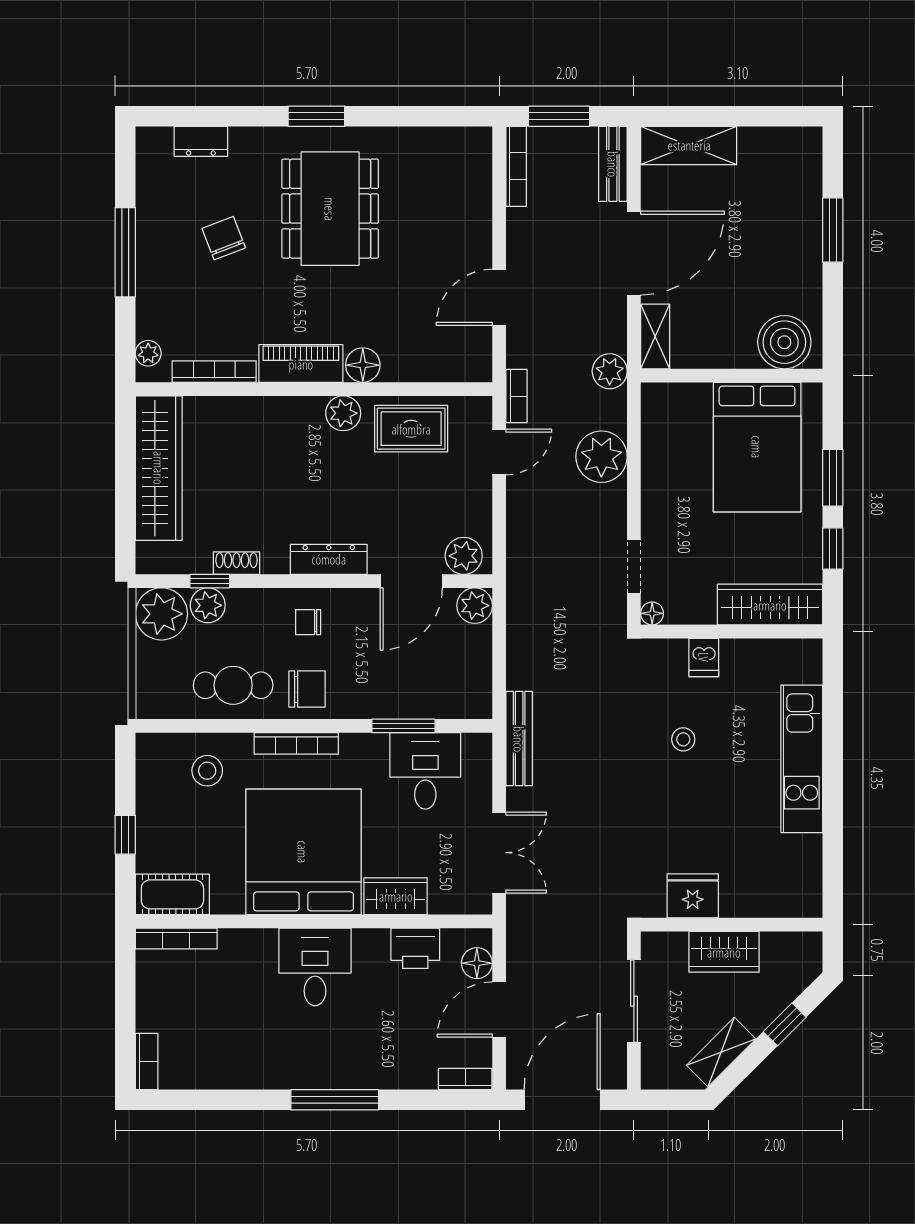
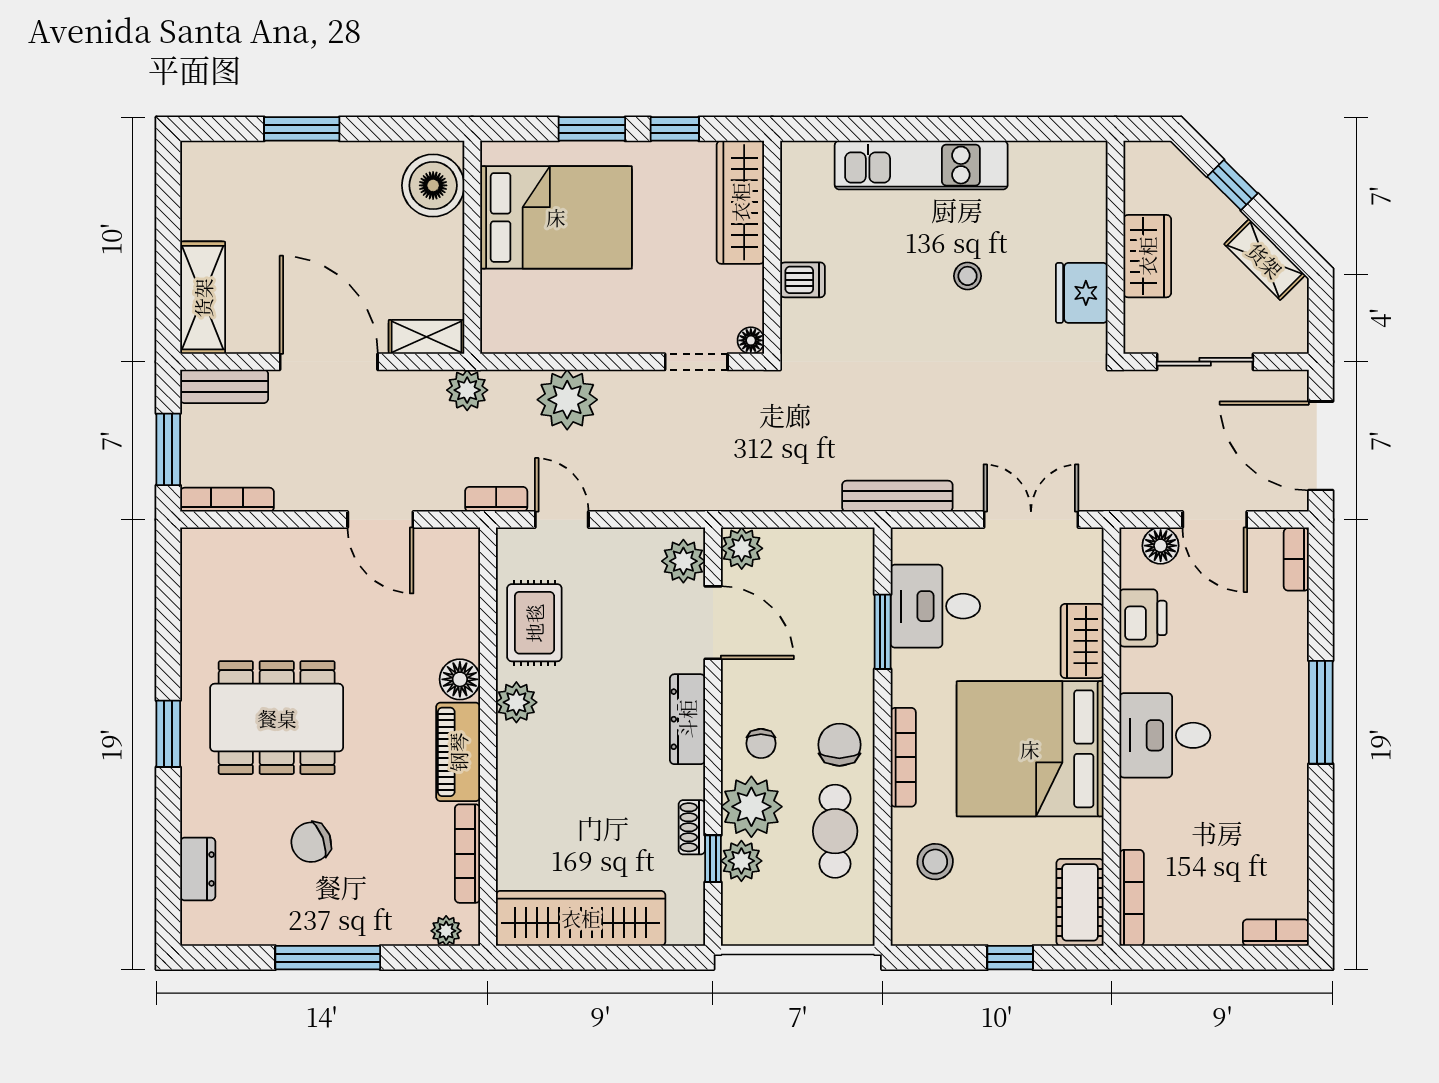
plant: (161, 614) -> (751, 807), moved
stool: (683, 739) -> (968, 276), moved

